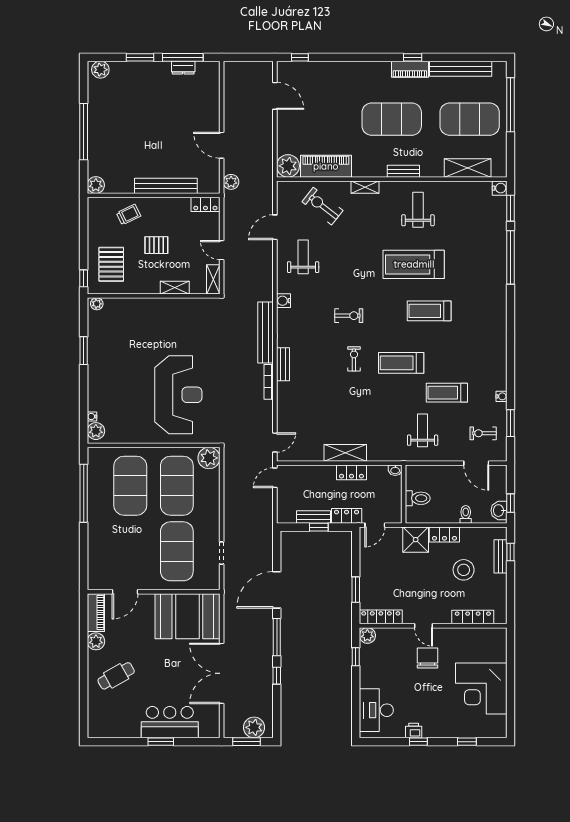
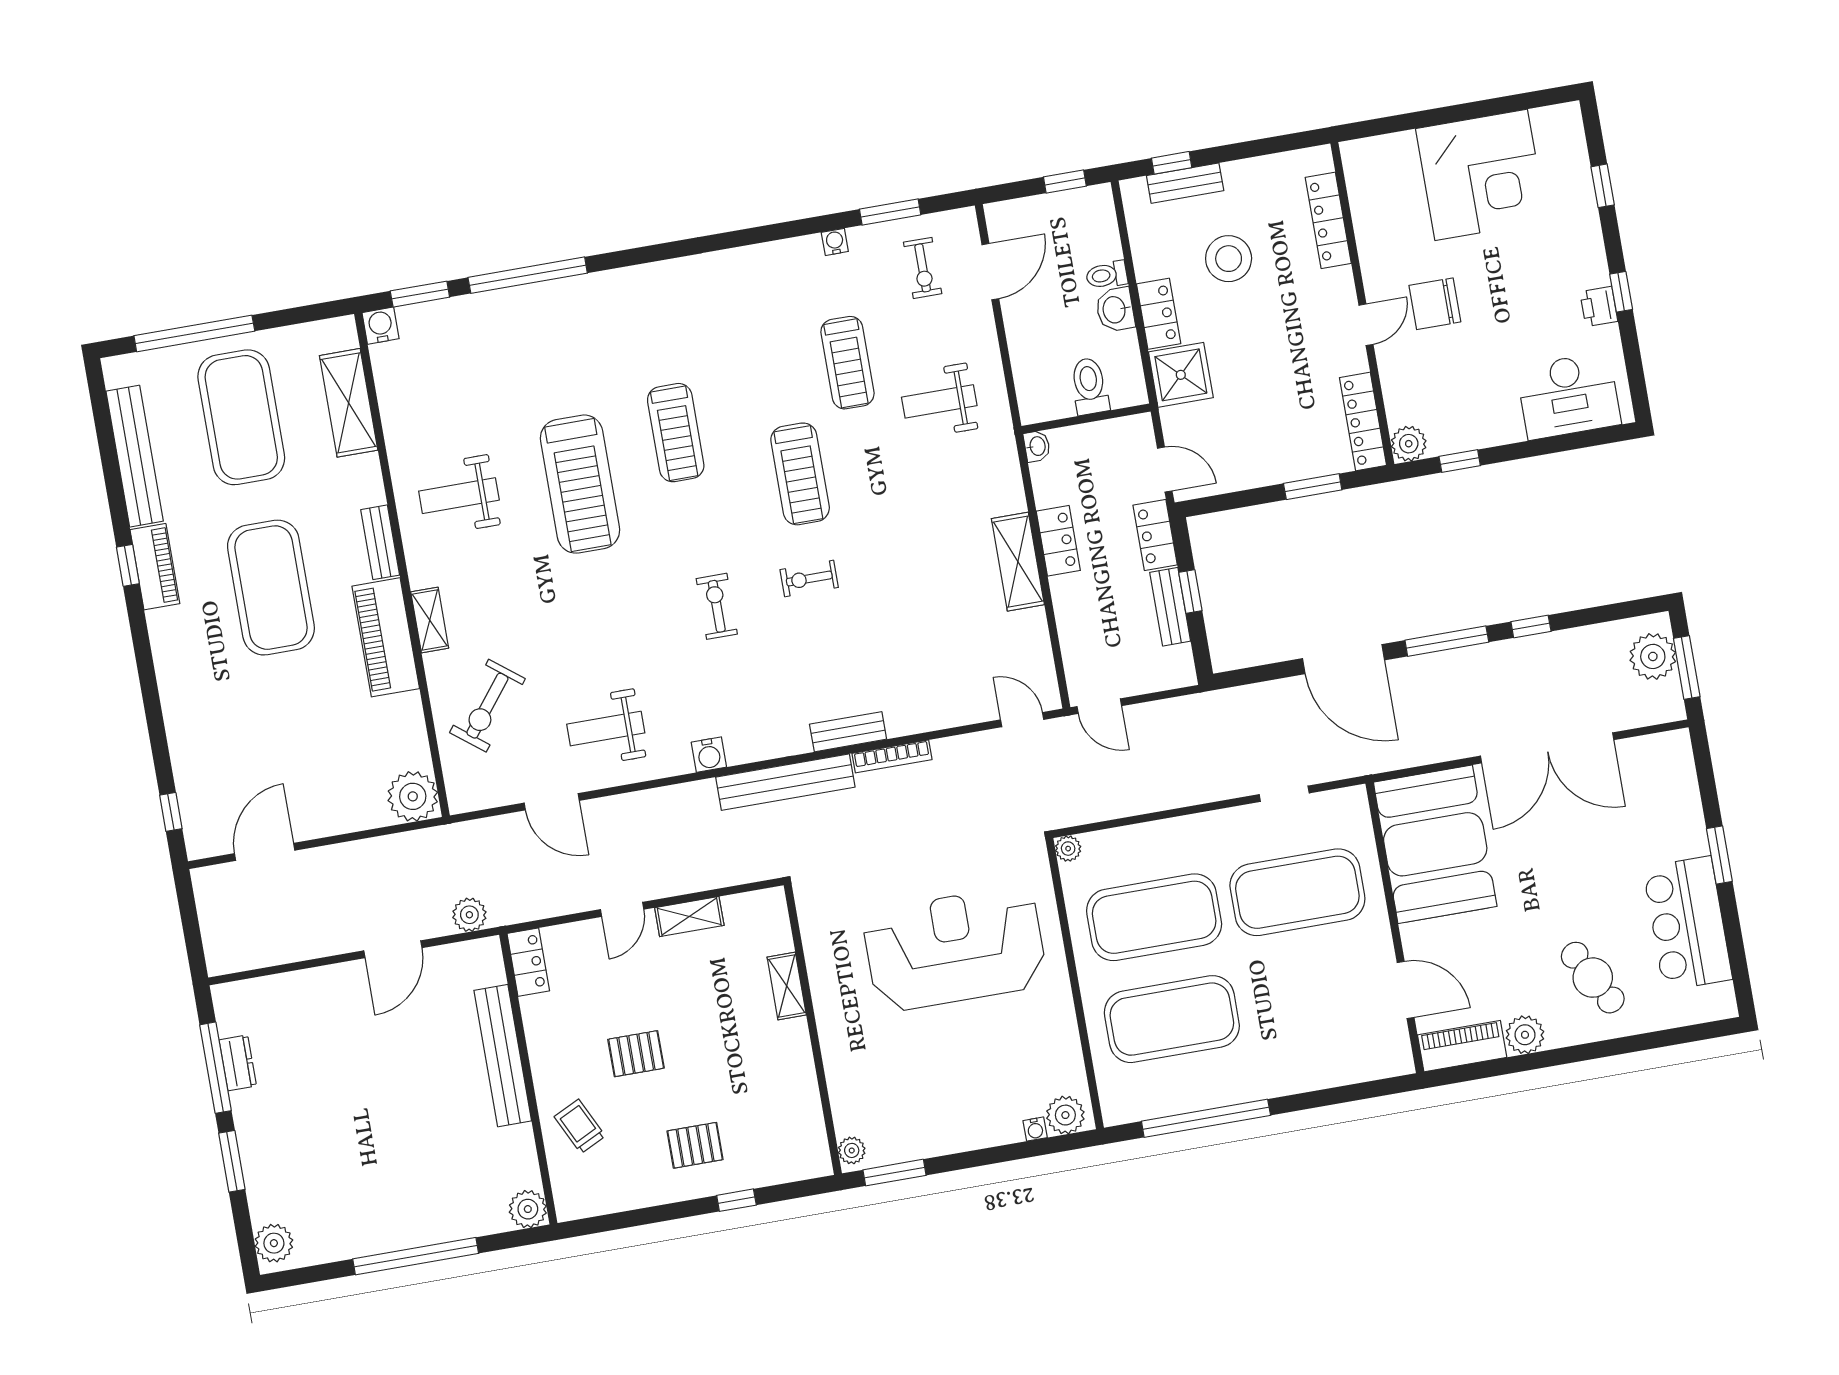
piano: (326, 166) -> (386, 637), moved
pallet: (156, 245) -> (636, 1054), turned 90
pallet: (111, 264) -> (695, 1145), width x0.67, depth x0.71
shelving: (175, 288) -> (787, 986), moved
wall: (154, 296) -> (813, 1029), moved
plant: (97, 304) -> (852, 1150), moved
plant: (209, 458) -> (1068, 849), width x0.53, depth x0.53
washbasin: (499, 511) -> (1115, 310), moved, turned 90
bar counter: (170, 722) -> (1688, 923), moved

